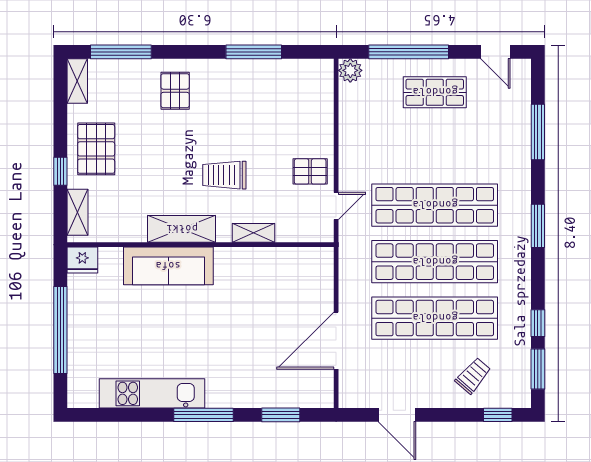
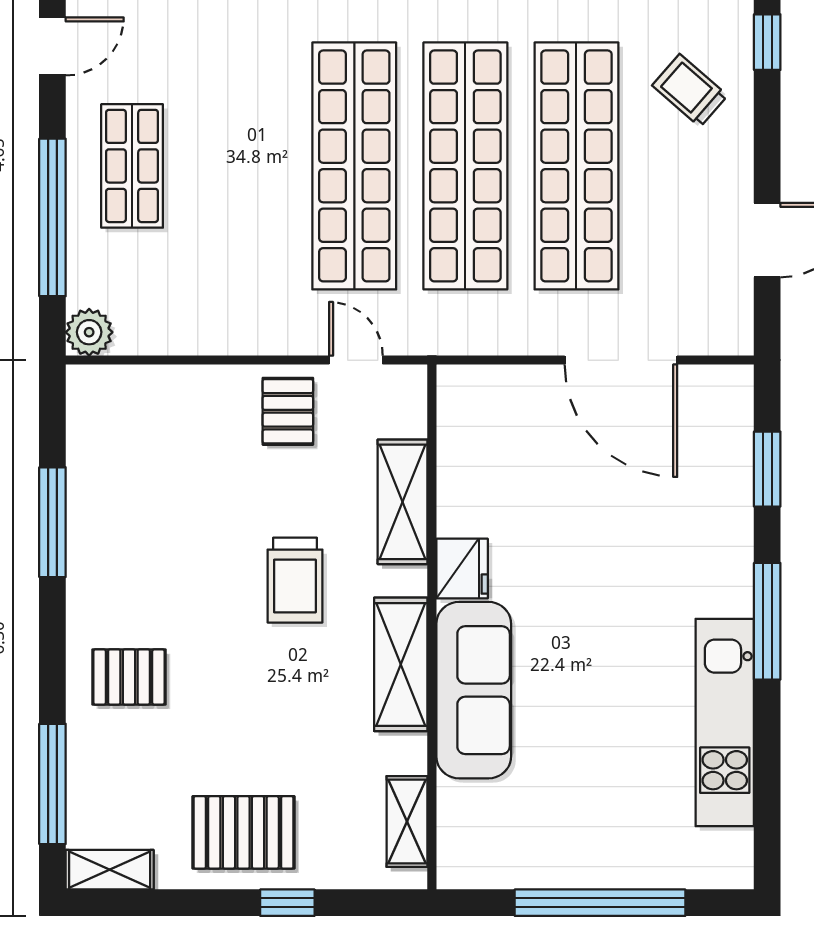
shelving: (78, 212) -> (407, 822), moved, turned 90
shelving: (254, 233) -> (403, 502), width x1.50, depth x1.33
fridge: (82, 260) -> (462, 569), moved

